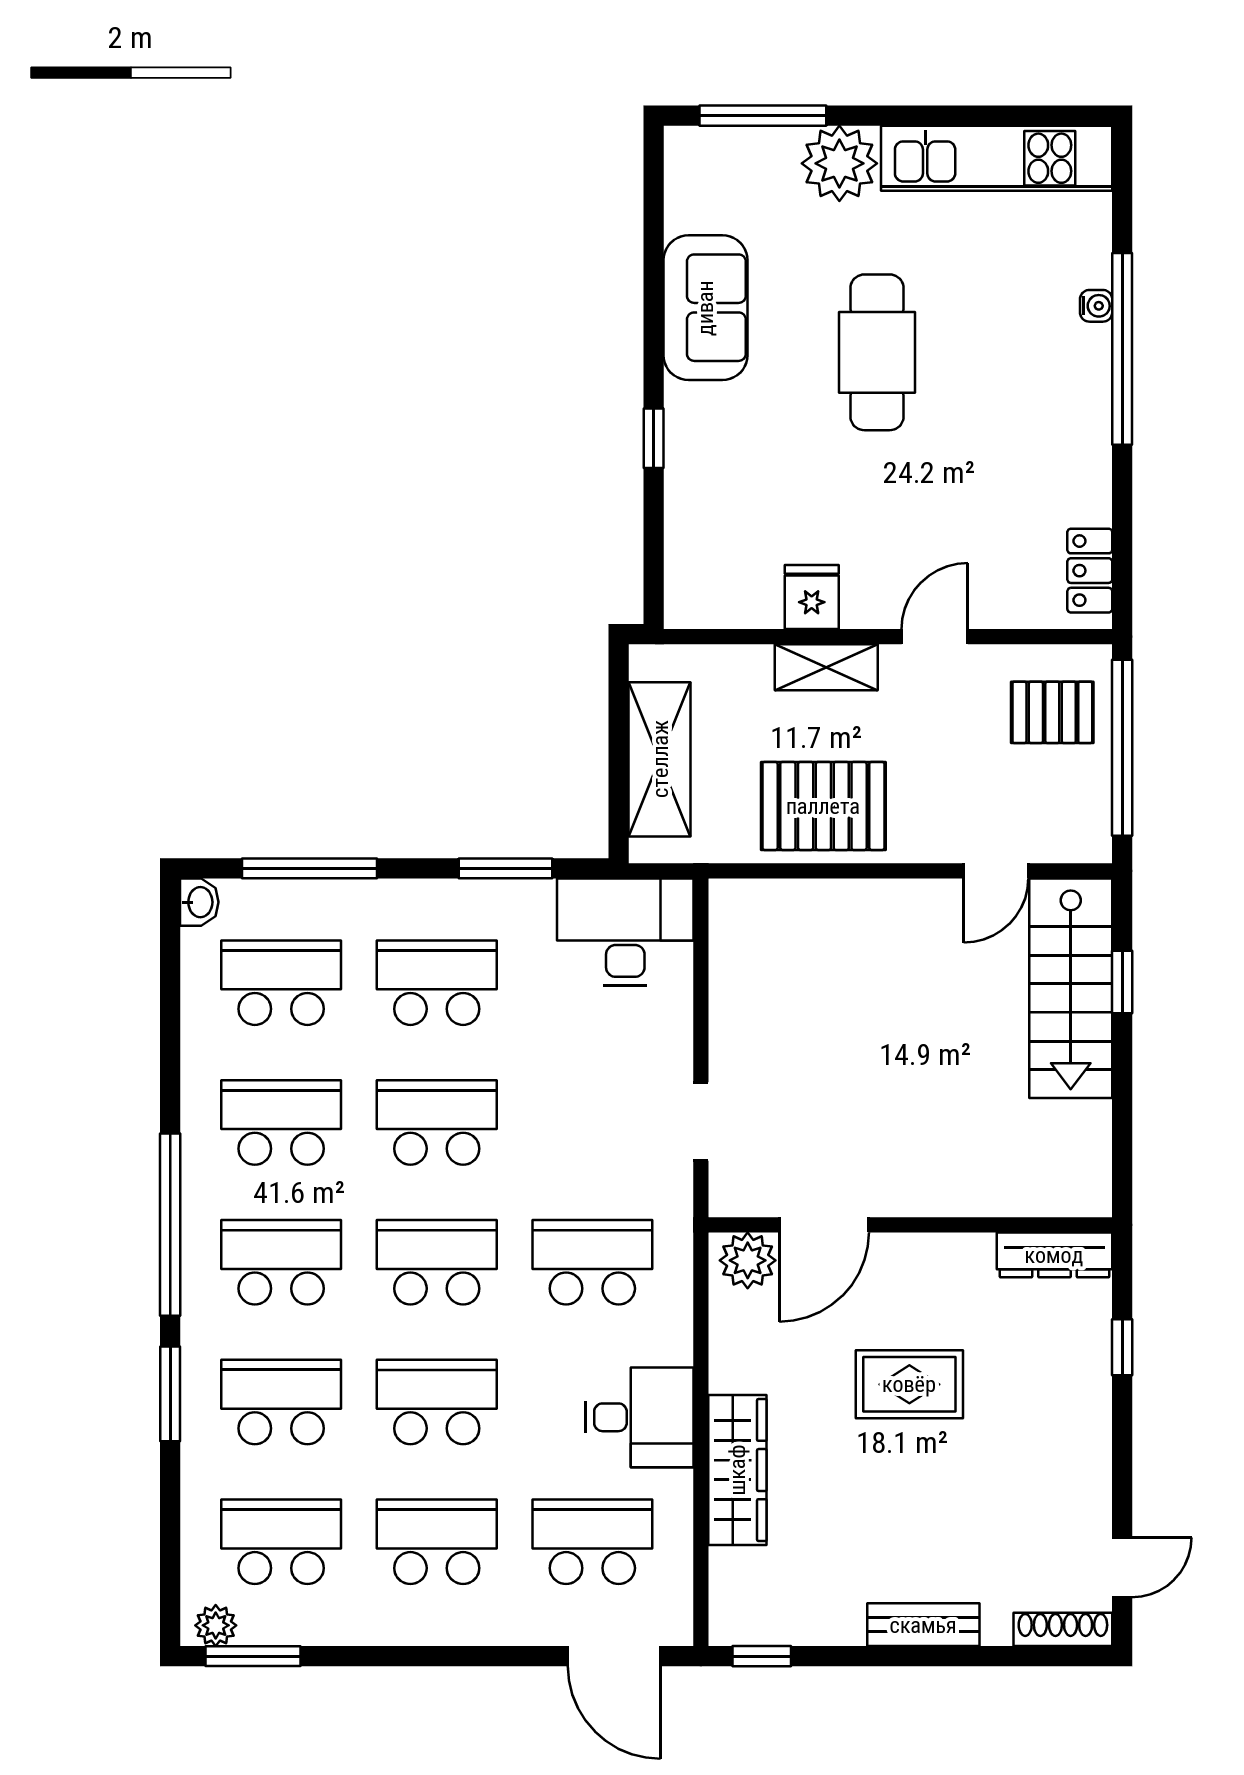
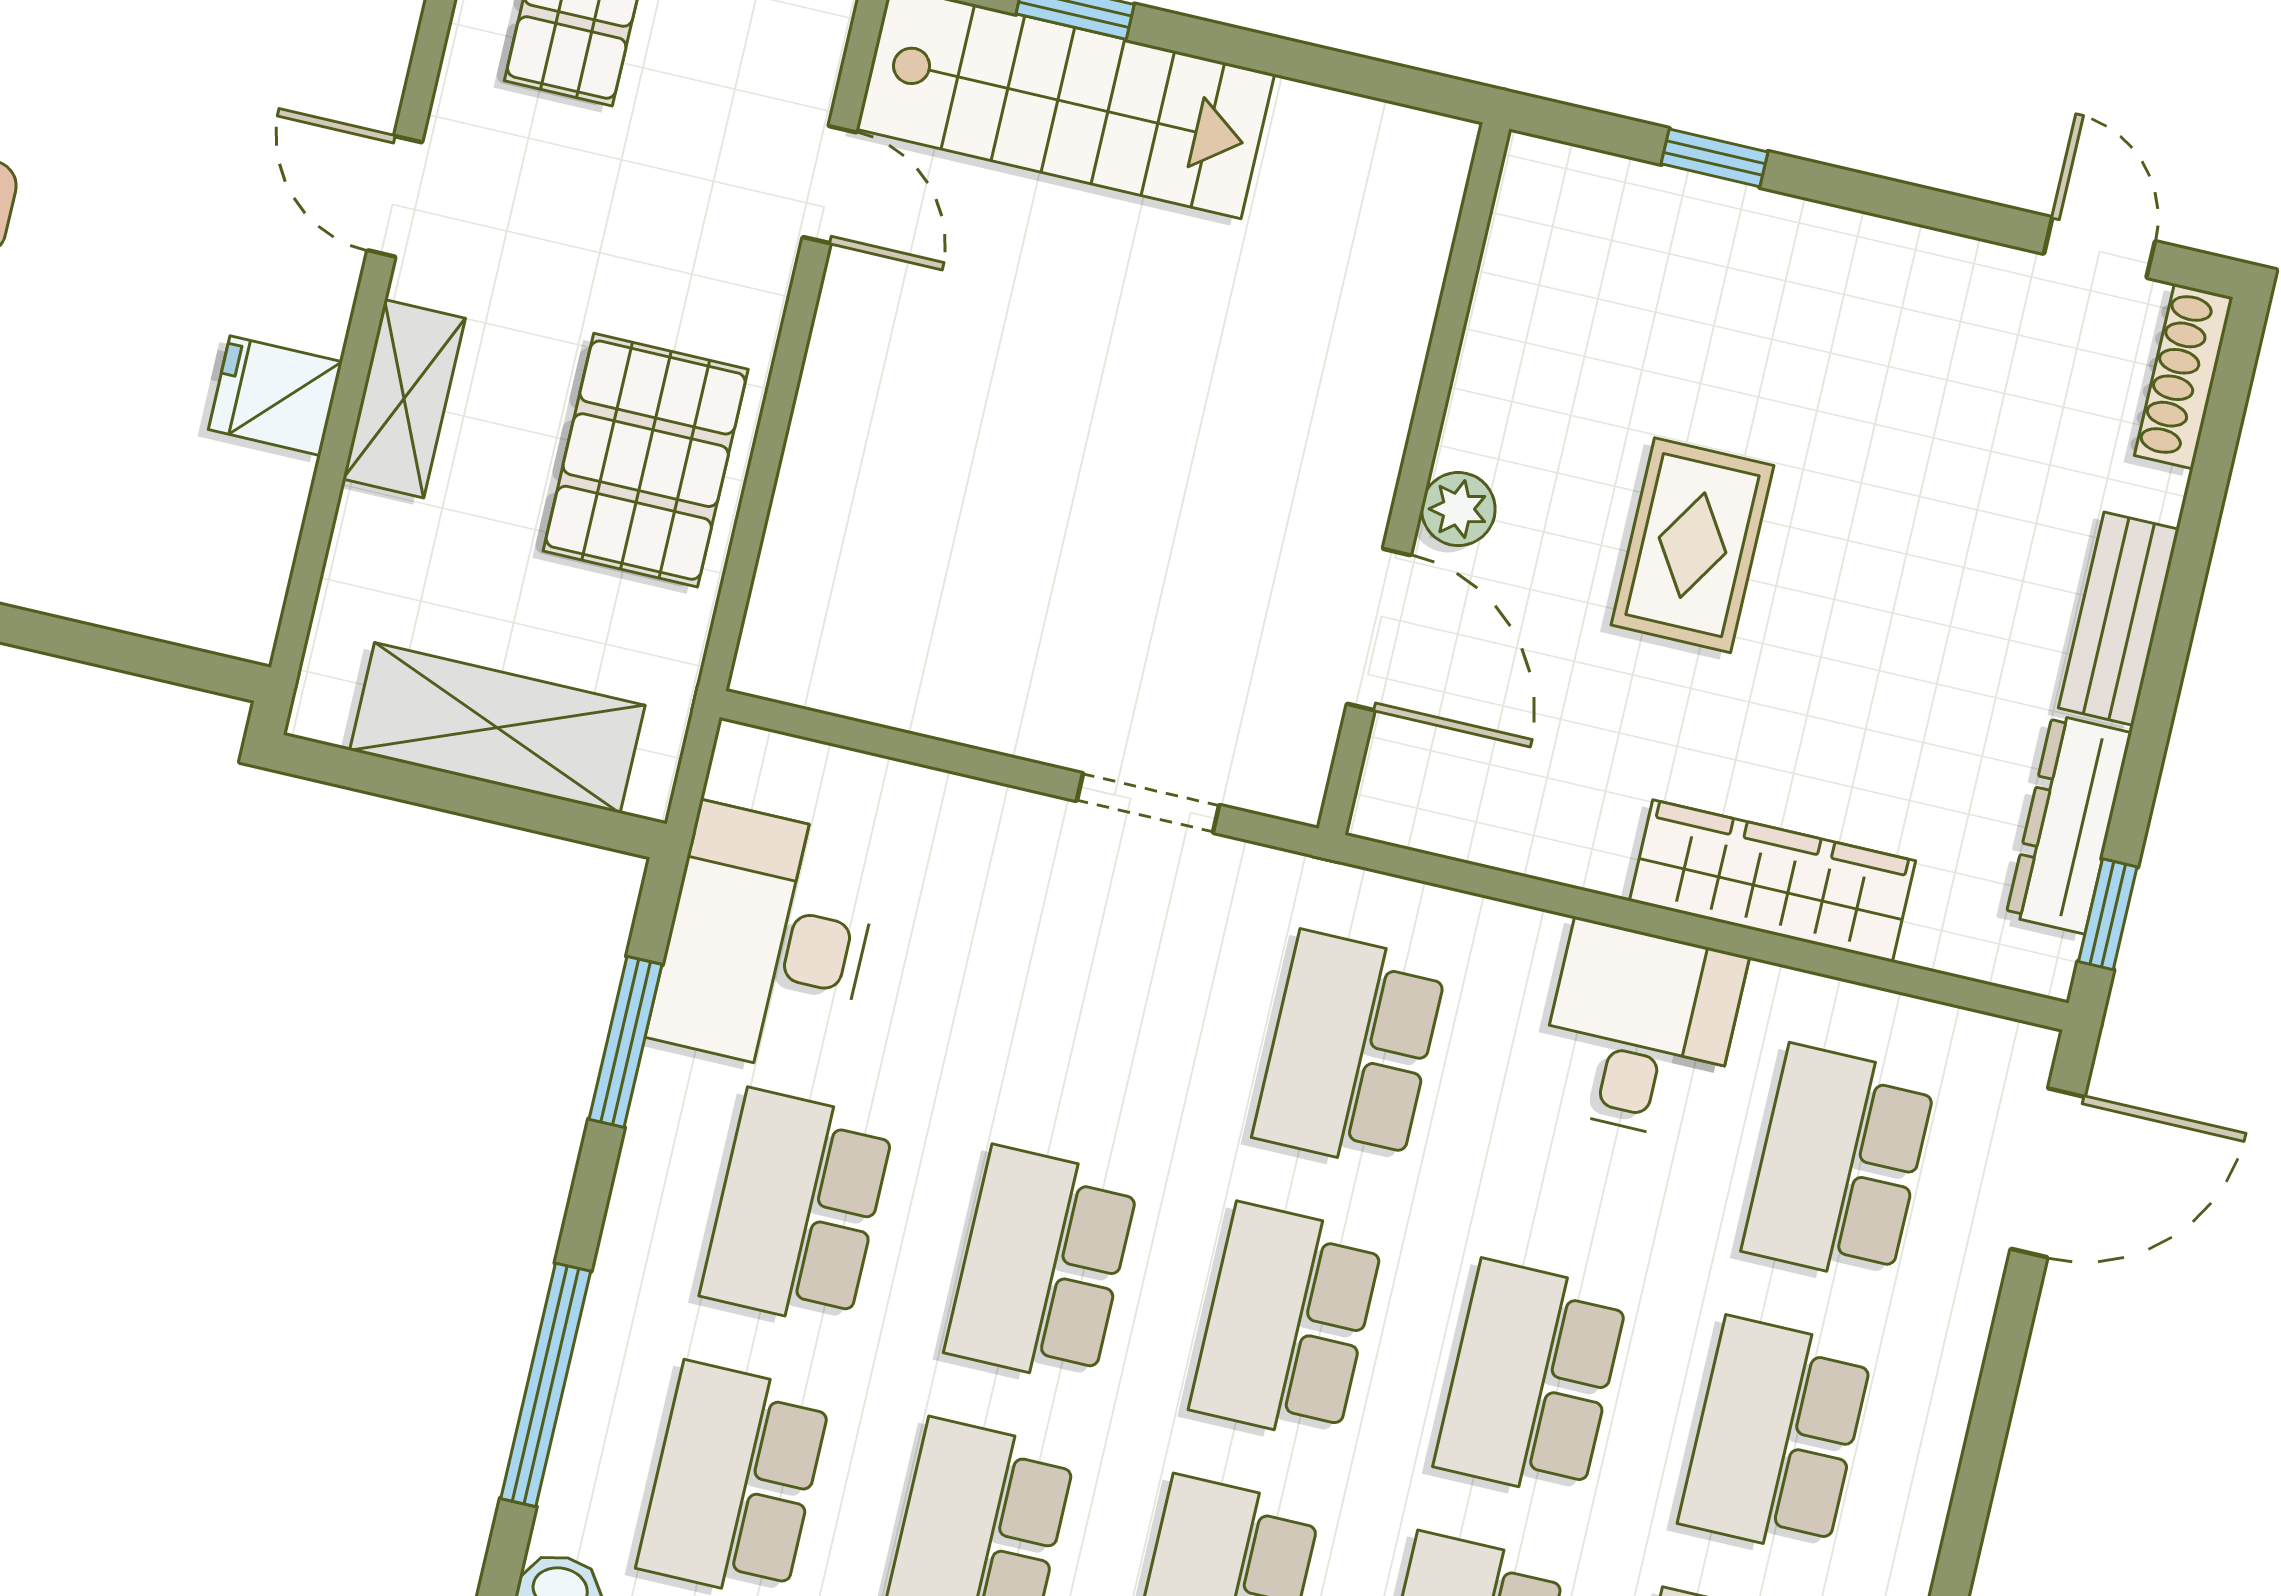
desk: (625, 932) -> (766, 940), moved
dresser: (1054, 1255) -> (2069, 824), moved, turned 180
plant: (748, 1260) -> (1458, 509), moved, width x0.73, depth x0.73

